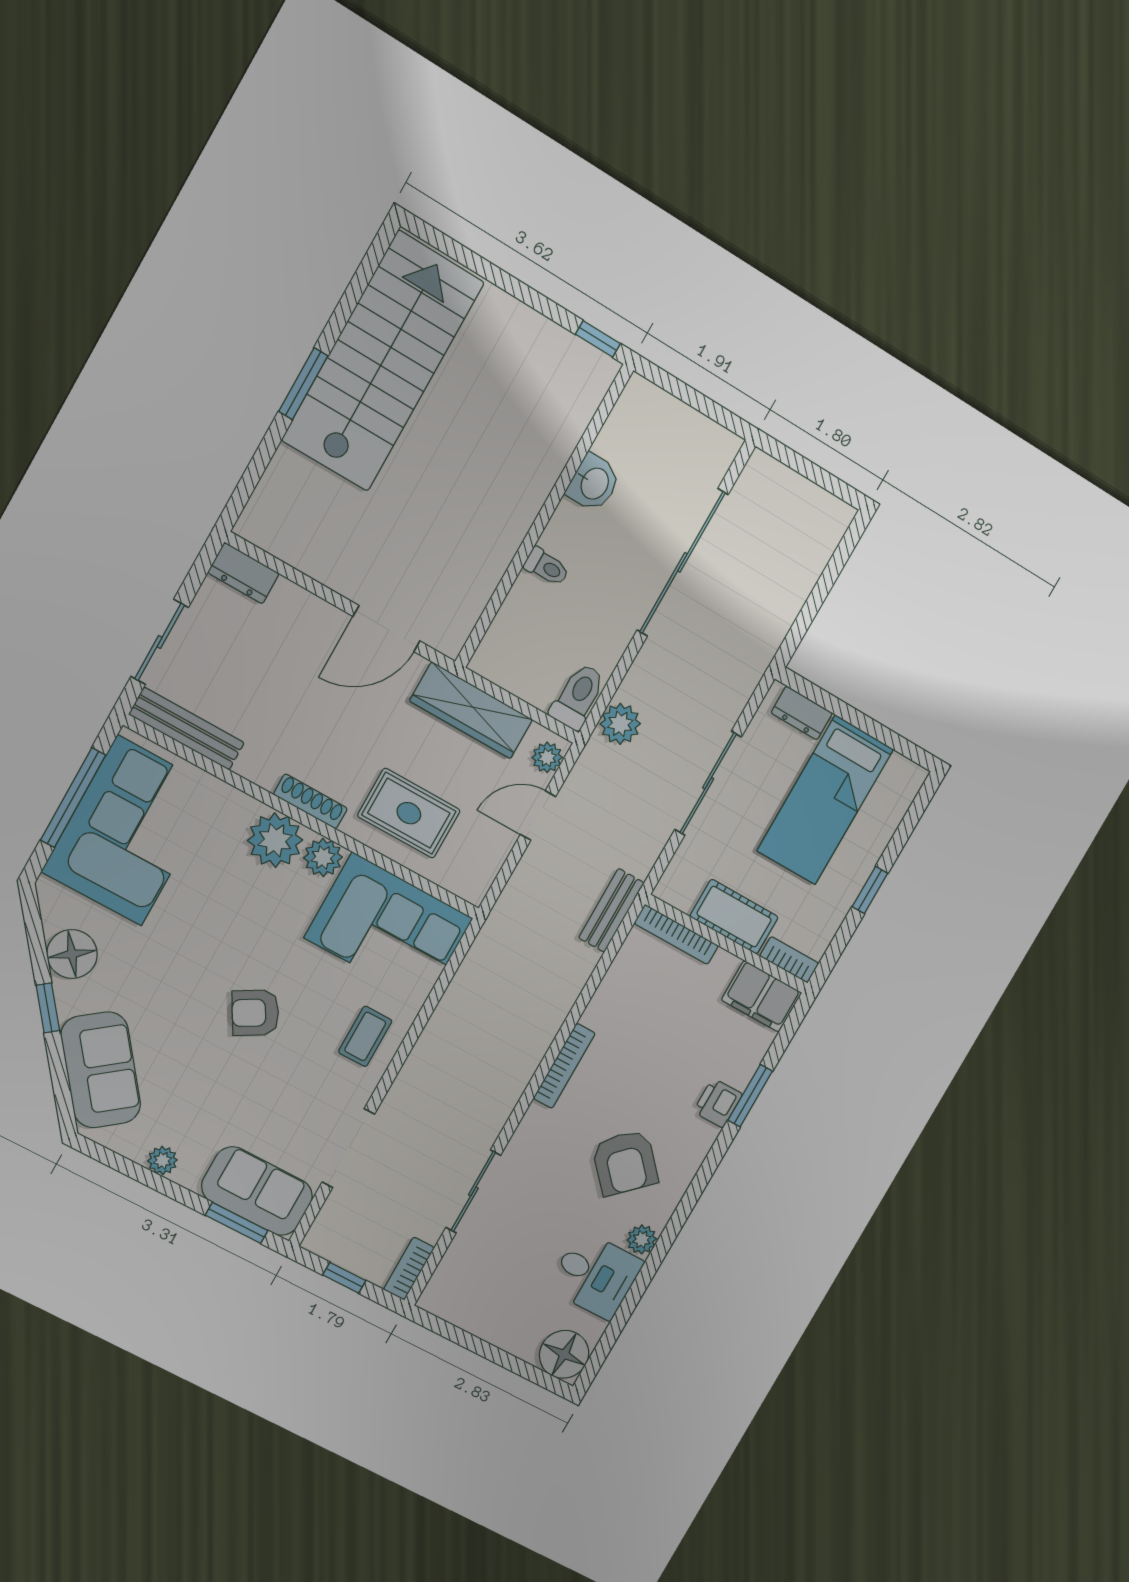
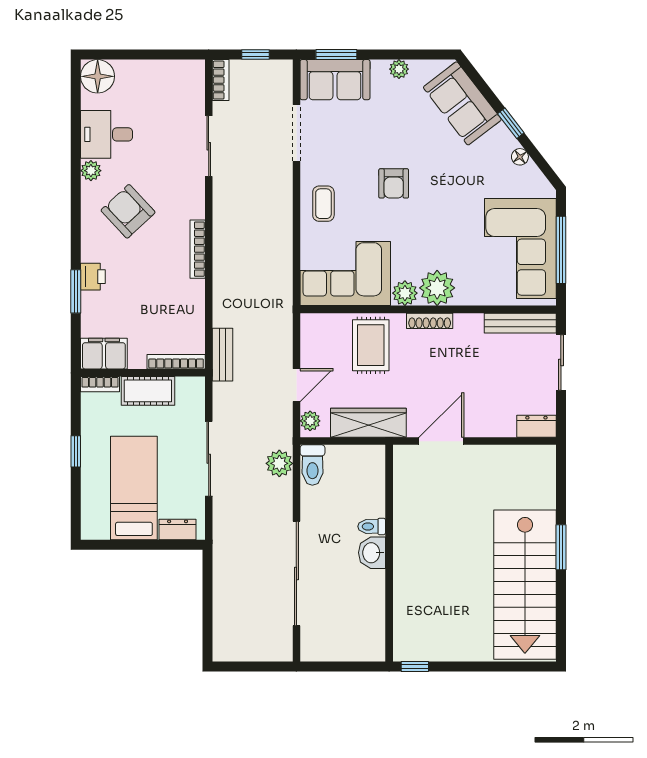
washbasin: (594, 483) -> (372, 553), moved
rug: (409, 813) -> (371, 345), turned 90
floor lamp: (72, 954) -> (520, 157), width x0.53, depth x0.53
armchair: (255, 1013) -> (394, 183), turned 120

